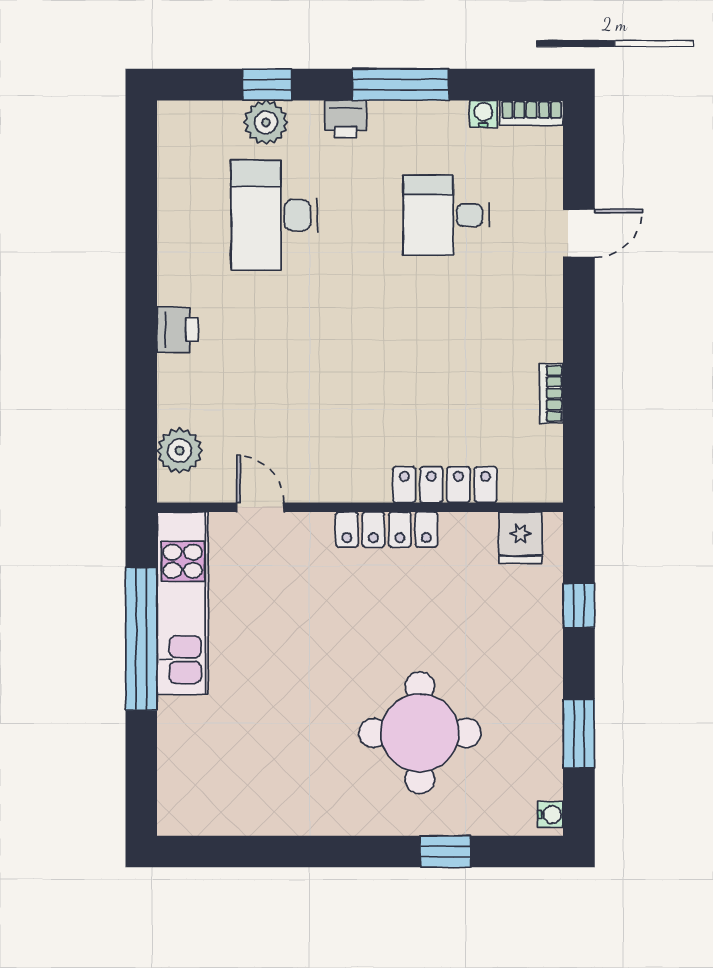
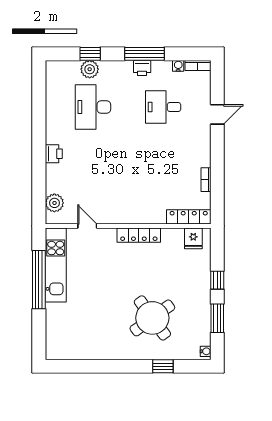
printer: (346, 119) -> (142, 68), moved
locker: (445, 485) -> (189, 217), moved
window: (579, 605) -> (217, 280), moved
round table: (420, 733) -> (152, 318), turned -36

